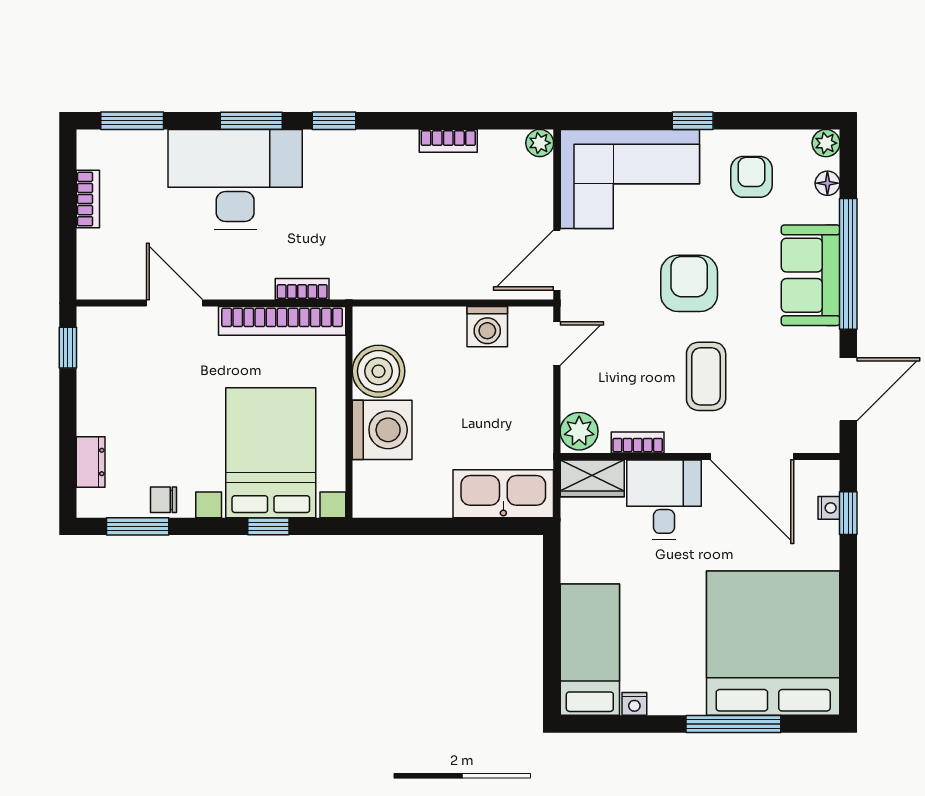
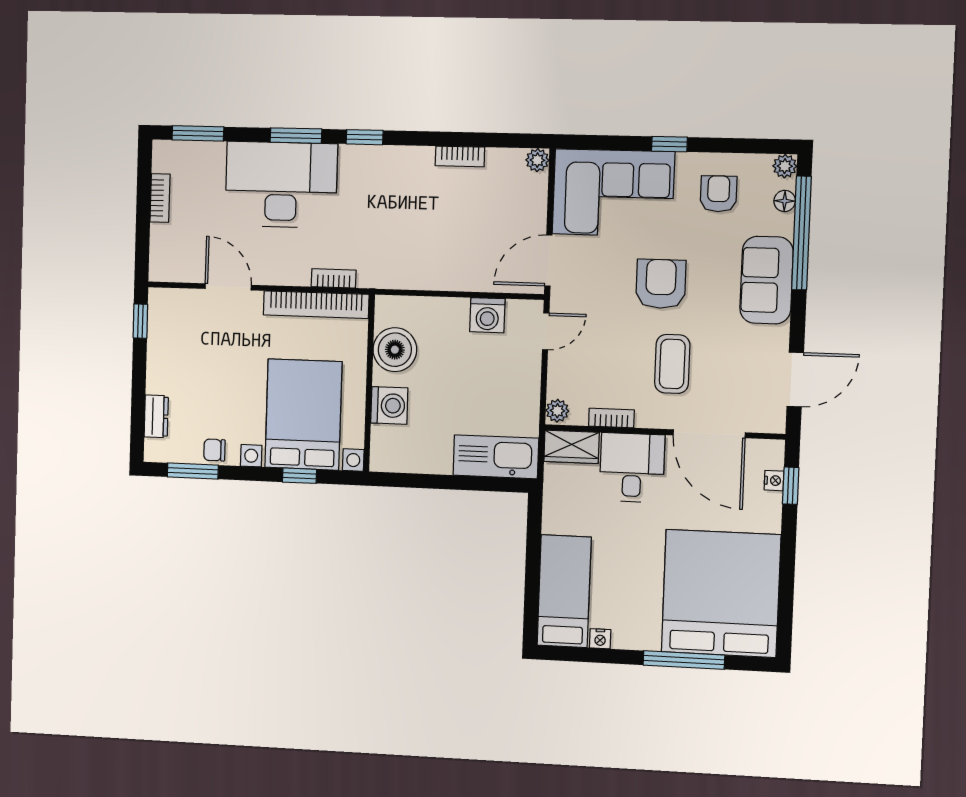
window: (848, 264) -> (802, 233), moved
washing machine: (382, 430) -> (389, 406), width x0.73, depth x0.73
plant: (579, 431) -> (557, 411), width x0.73, depth x0.73

